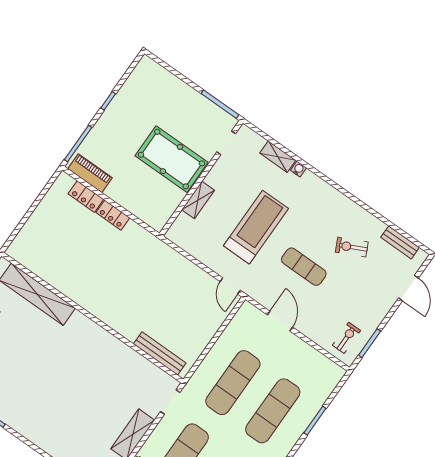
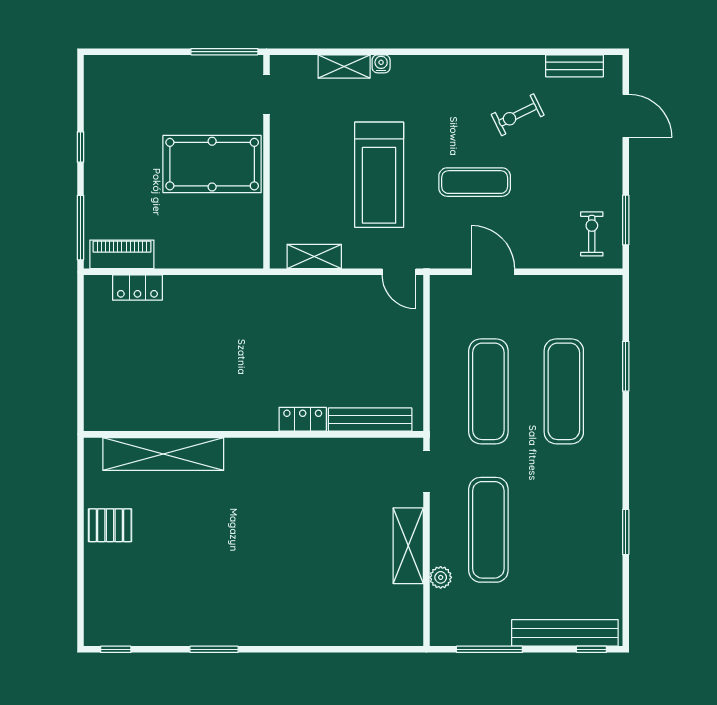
shelving: (198, 200) -> (314, 256), moved, turned 90
locker: (113, 215) -> (303, 419), moved, turned 180
treadmill: (256, 227) -> (379, 175), turned 180

